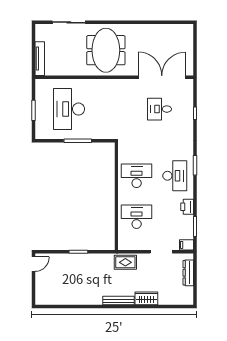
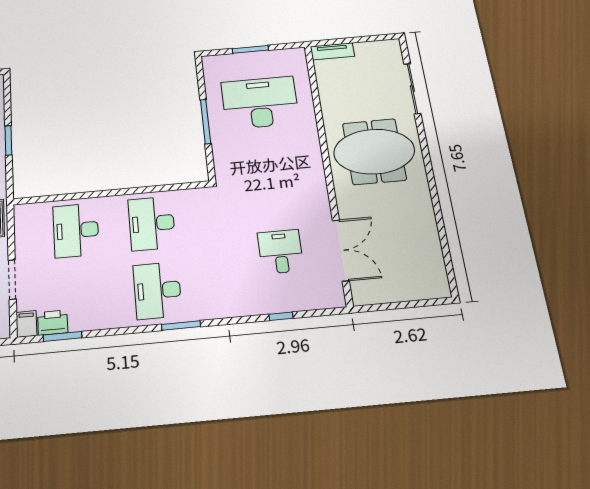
tv unit: (40, 59) -> (332, 51), width x0.71
double door: (162, 77) -> (341, 250), width x0.73
desk: (137, 176) -> (152, 223), turned 180
desk: (175, 176) -> (157, 290), turned 90
printer: (187, 207) -> (53, 323), moved
desk: (137, 217) -> (76, 230), turned 180

